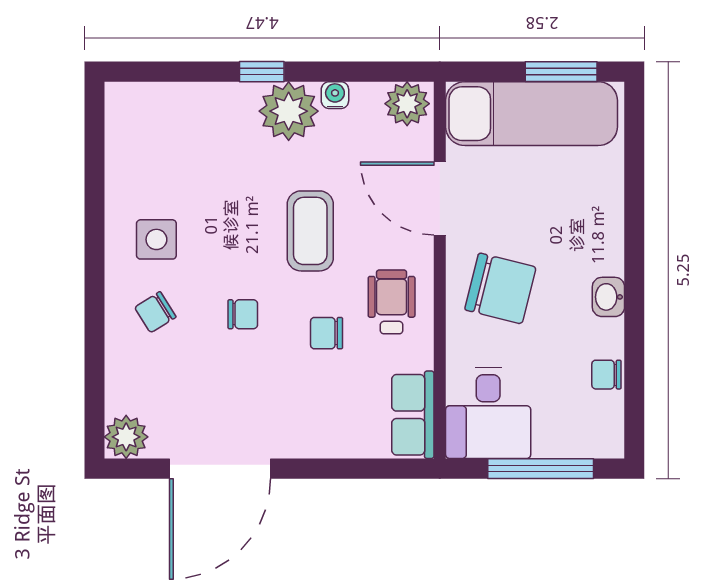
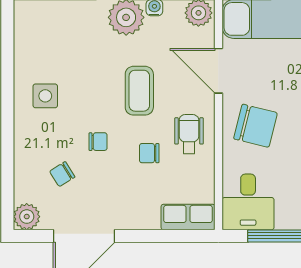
chair: (155, 312) -> (62, 174), moved
row of seats: (413, 415) -> (188, 217), moved, turned 90

